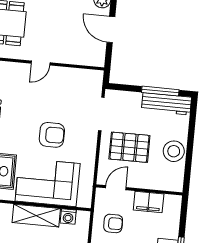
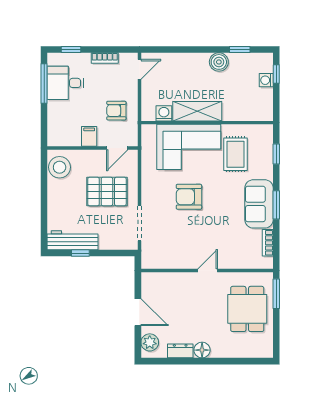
window: (160, 91) -> (80, 253), width x0.46
stool: (174, 151) -> (60, 167), moved
filing cabinet: (149, 202) -> (89, 136), width x0.50

